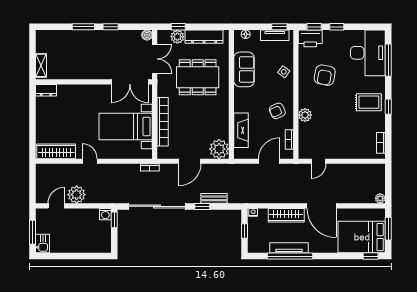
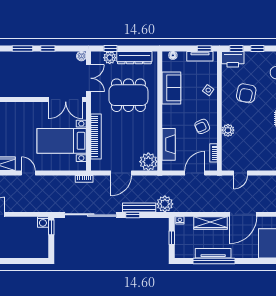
plant: (77, 195) -> (165, 204), moved
bench: (214, 198) -> (139, 207), width x1.36
door: (321, 206) -> (243, 214), hinge flipped

